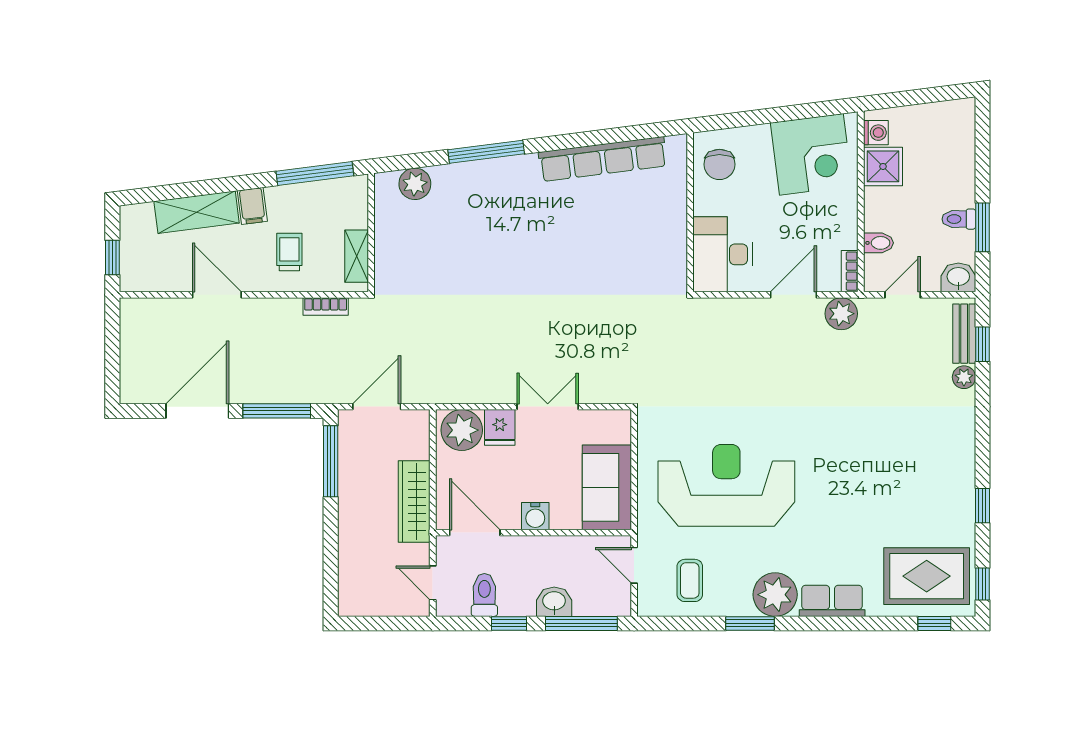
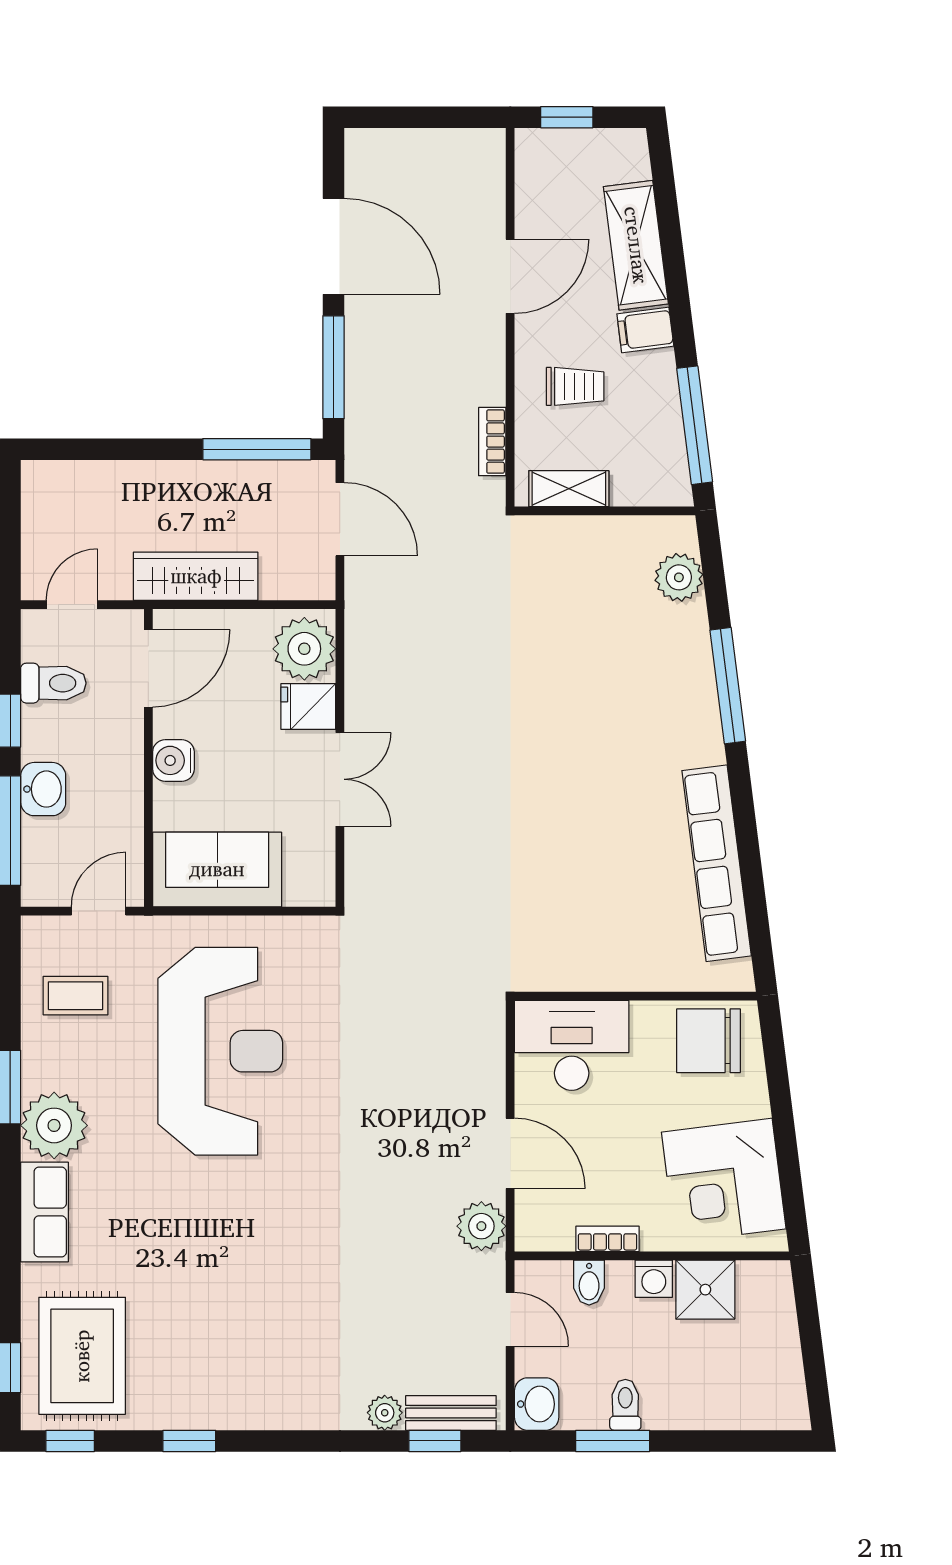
washing machine: (876, 133) -> (654, 1279), moved
chair: (719, 164) -> (708, 1041), width x1.37, depth x1.37
bookcase: (850, 271) -> (608, 1239), moved

